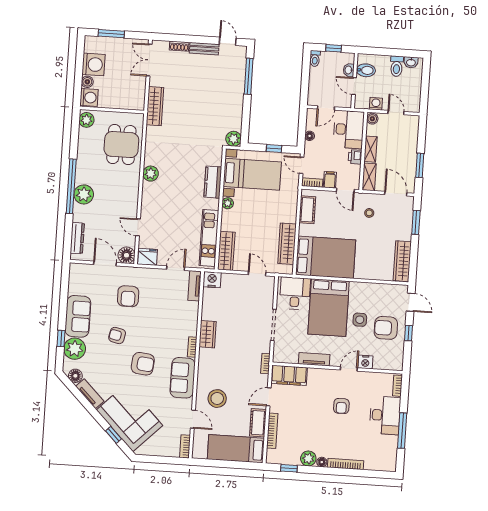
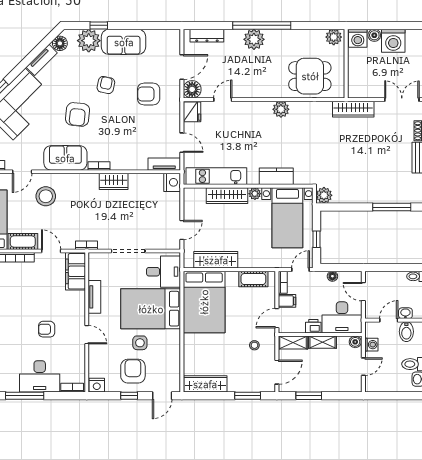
wardrobe: (226, 251) -> (227, 196), moved
nightstand: (365, 362) -> (97, 385), moved, turned -90

